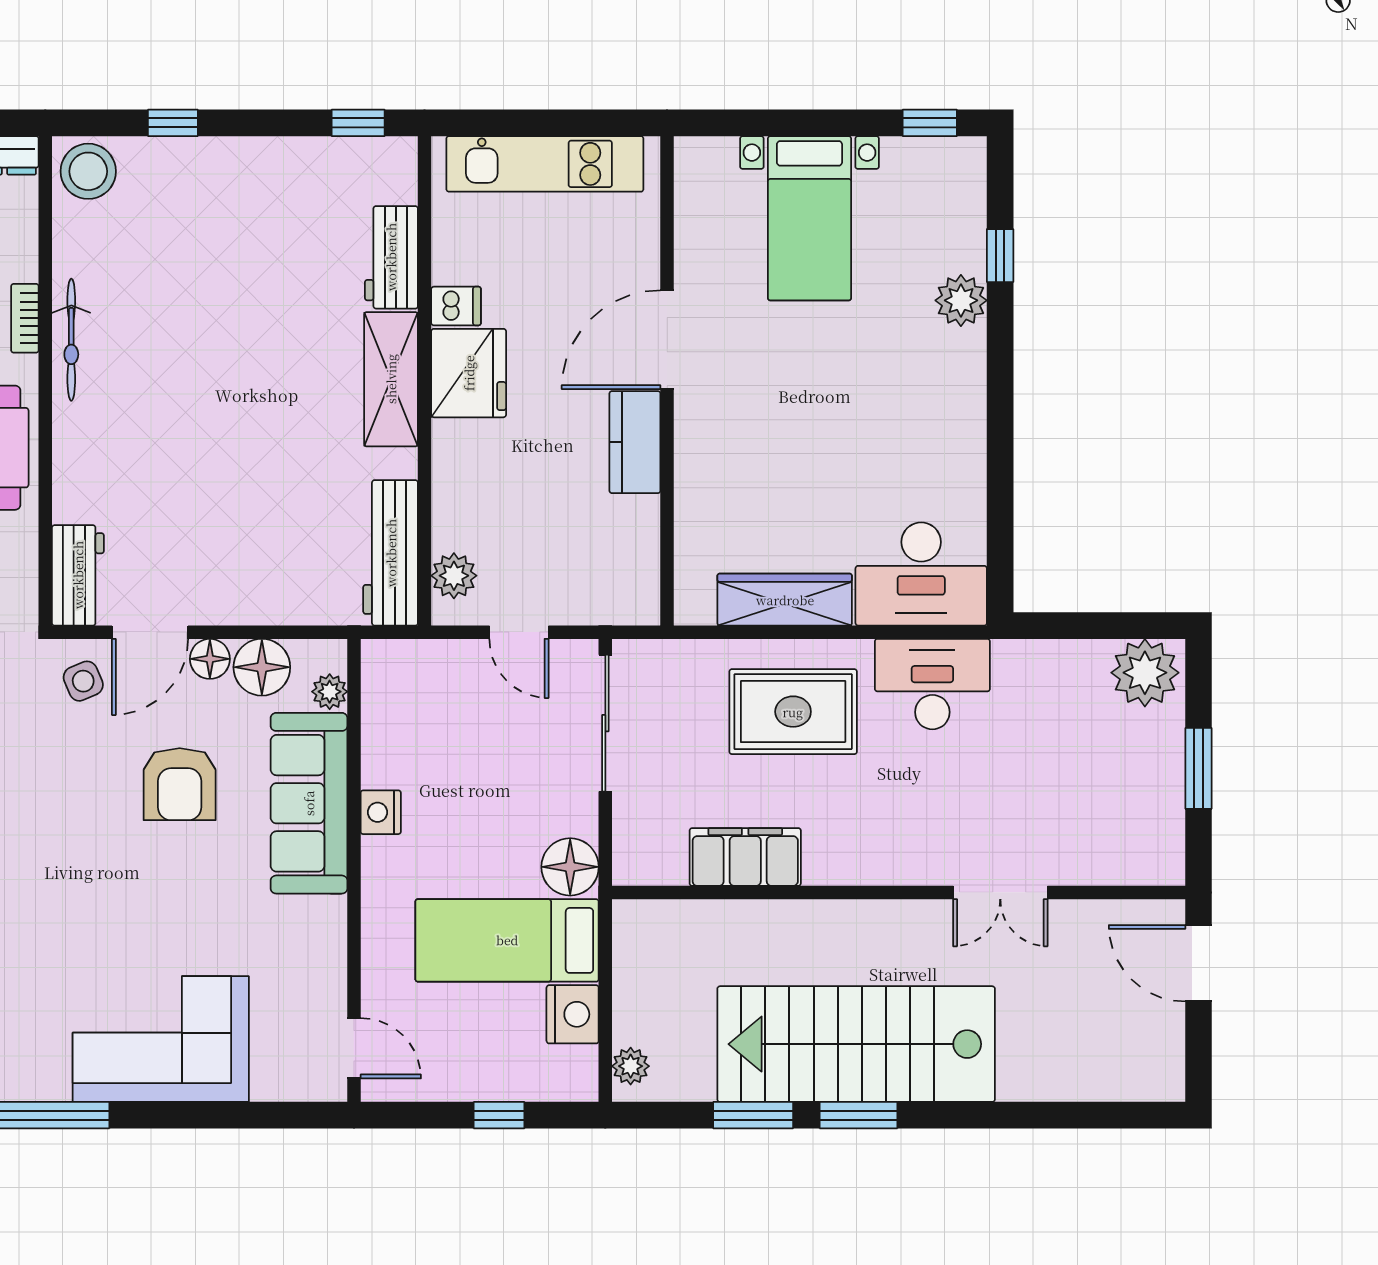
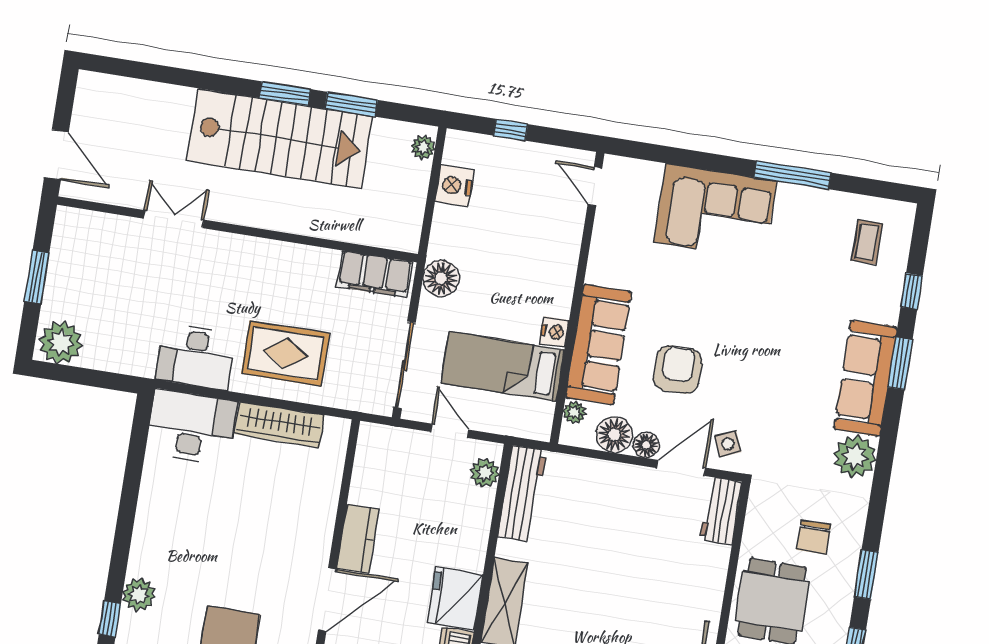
filing cabinet: (745, 857) -> (374, 274), moved
bed: (507, 940) -> (503, 366), moved, turned 180

